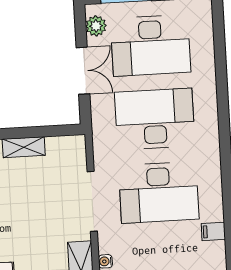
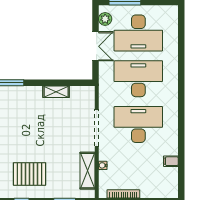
desk: (159, 192) -> (138, 124), turned 180
filing cabinet: (213, 231) -> (171, 161), moved

